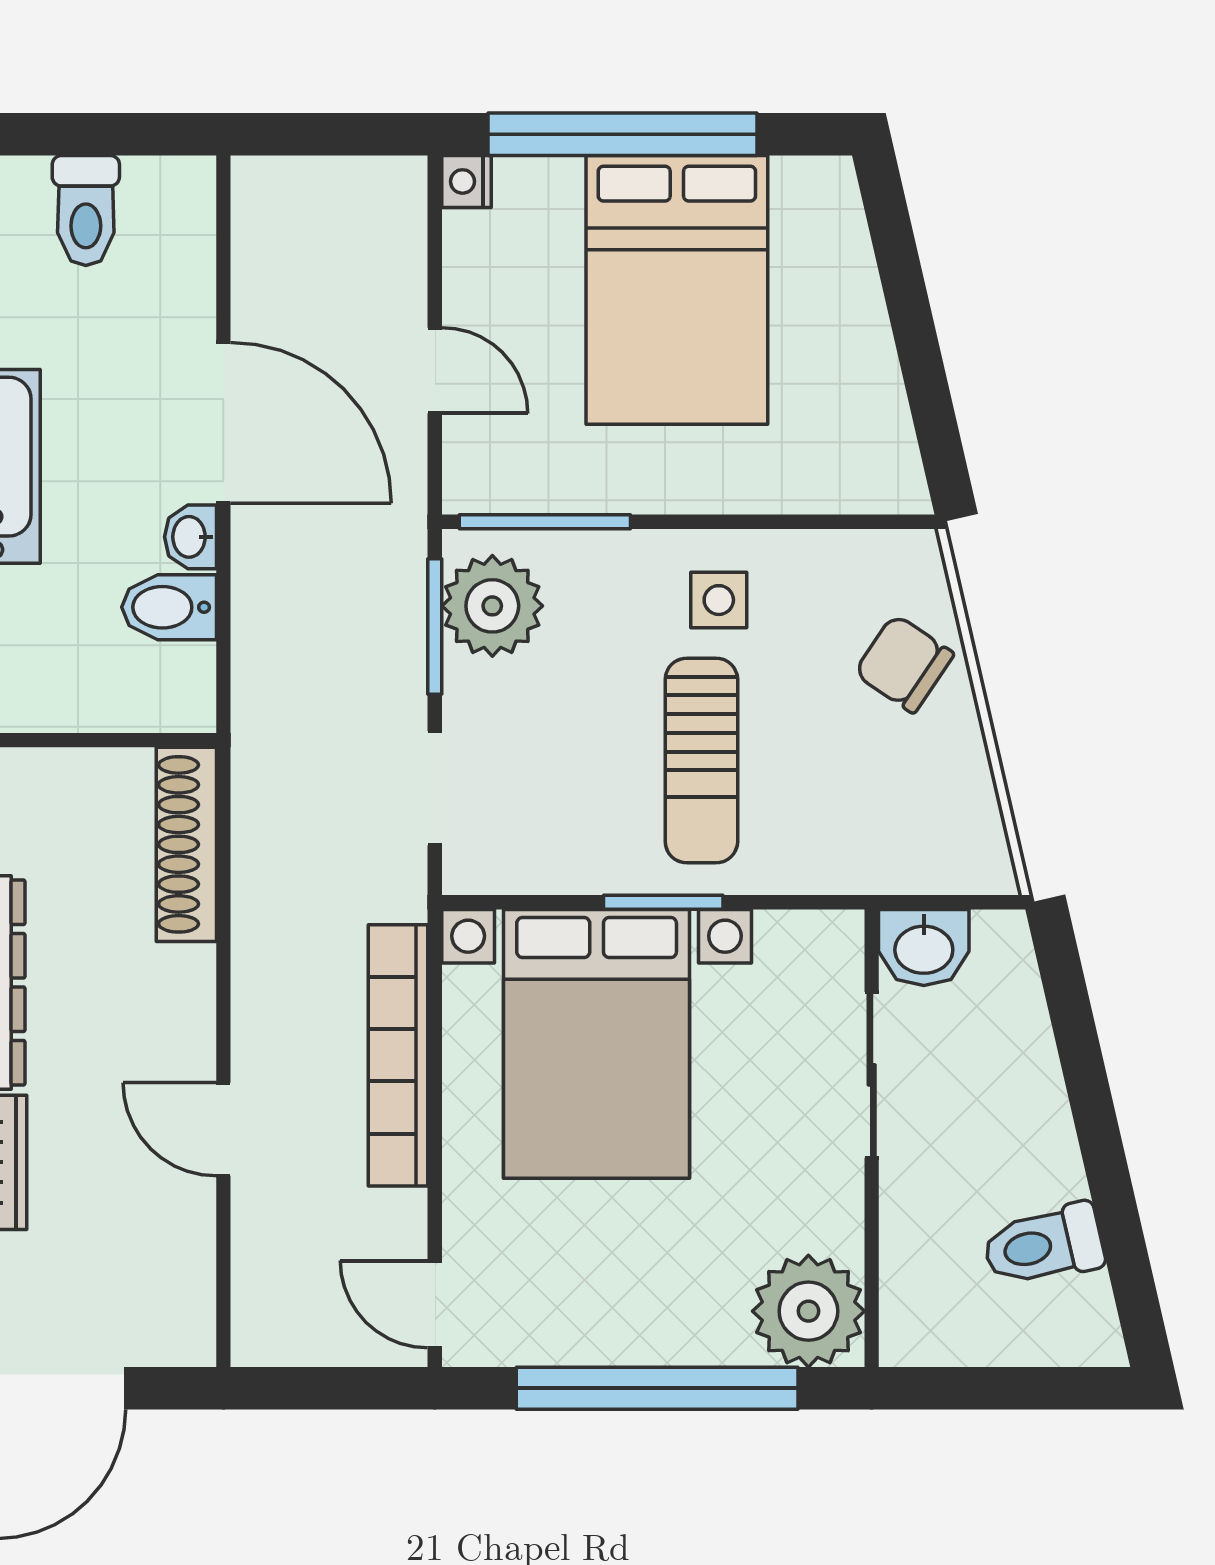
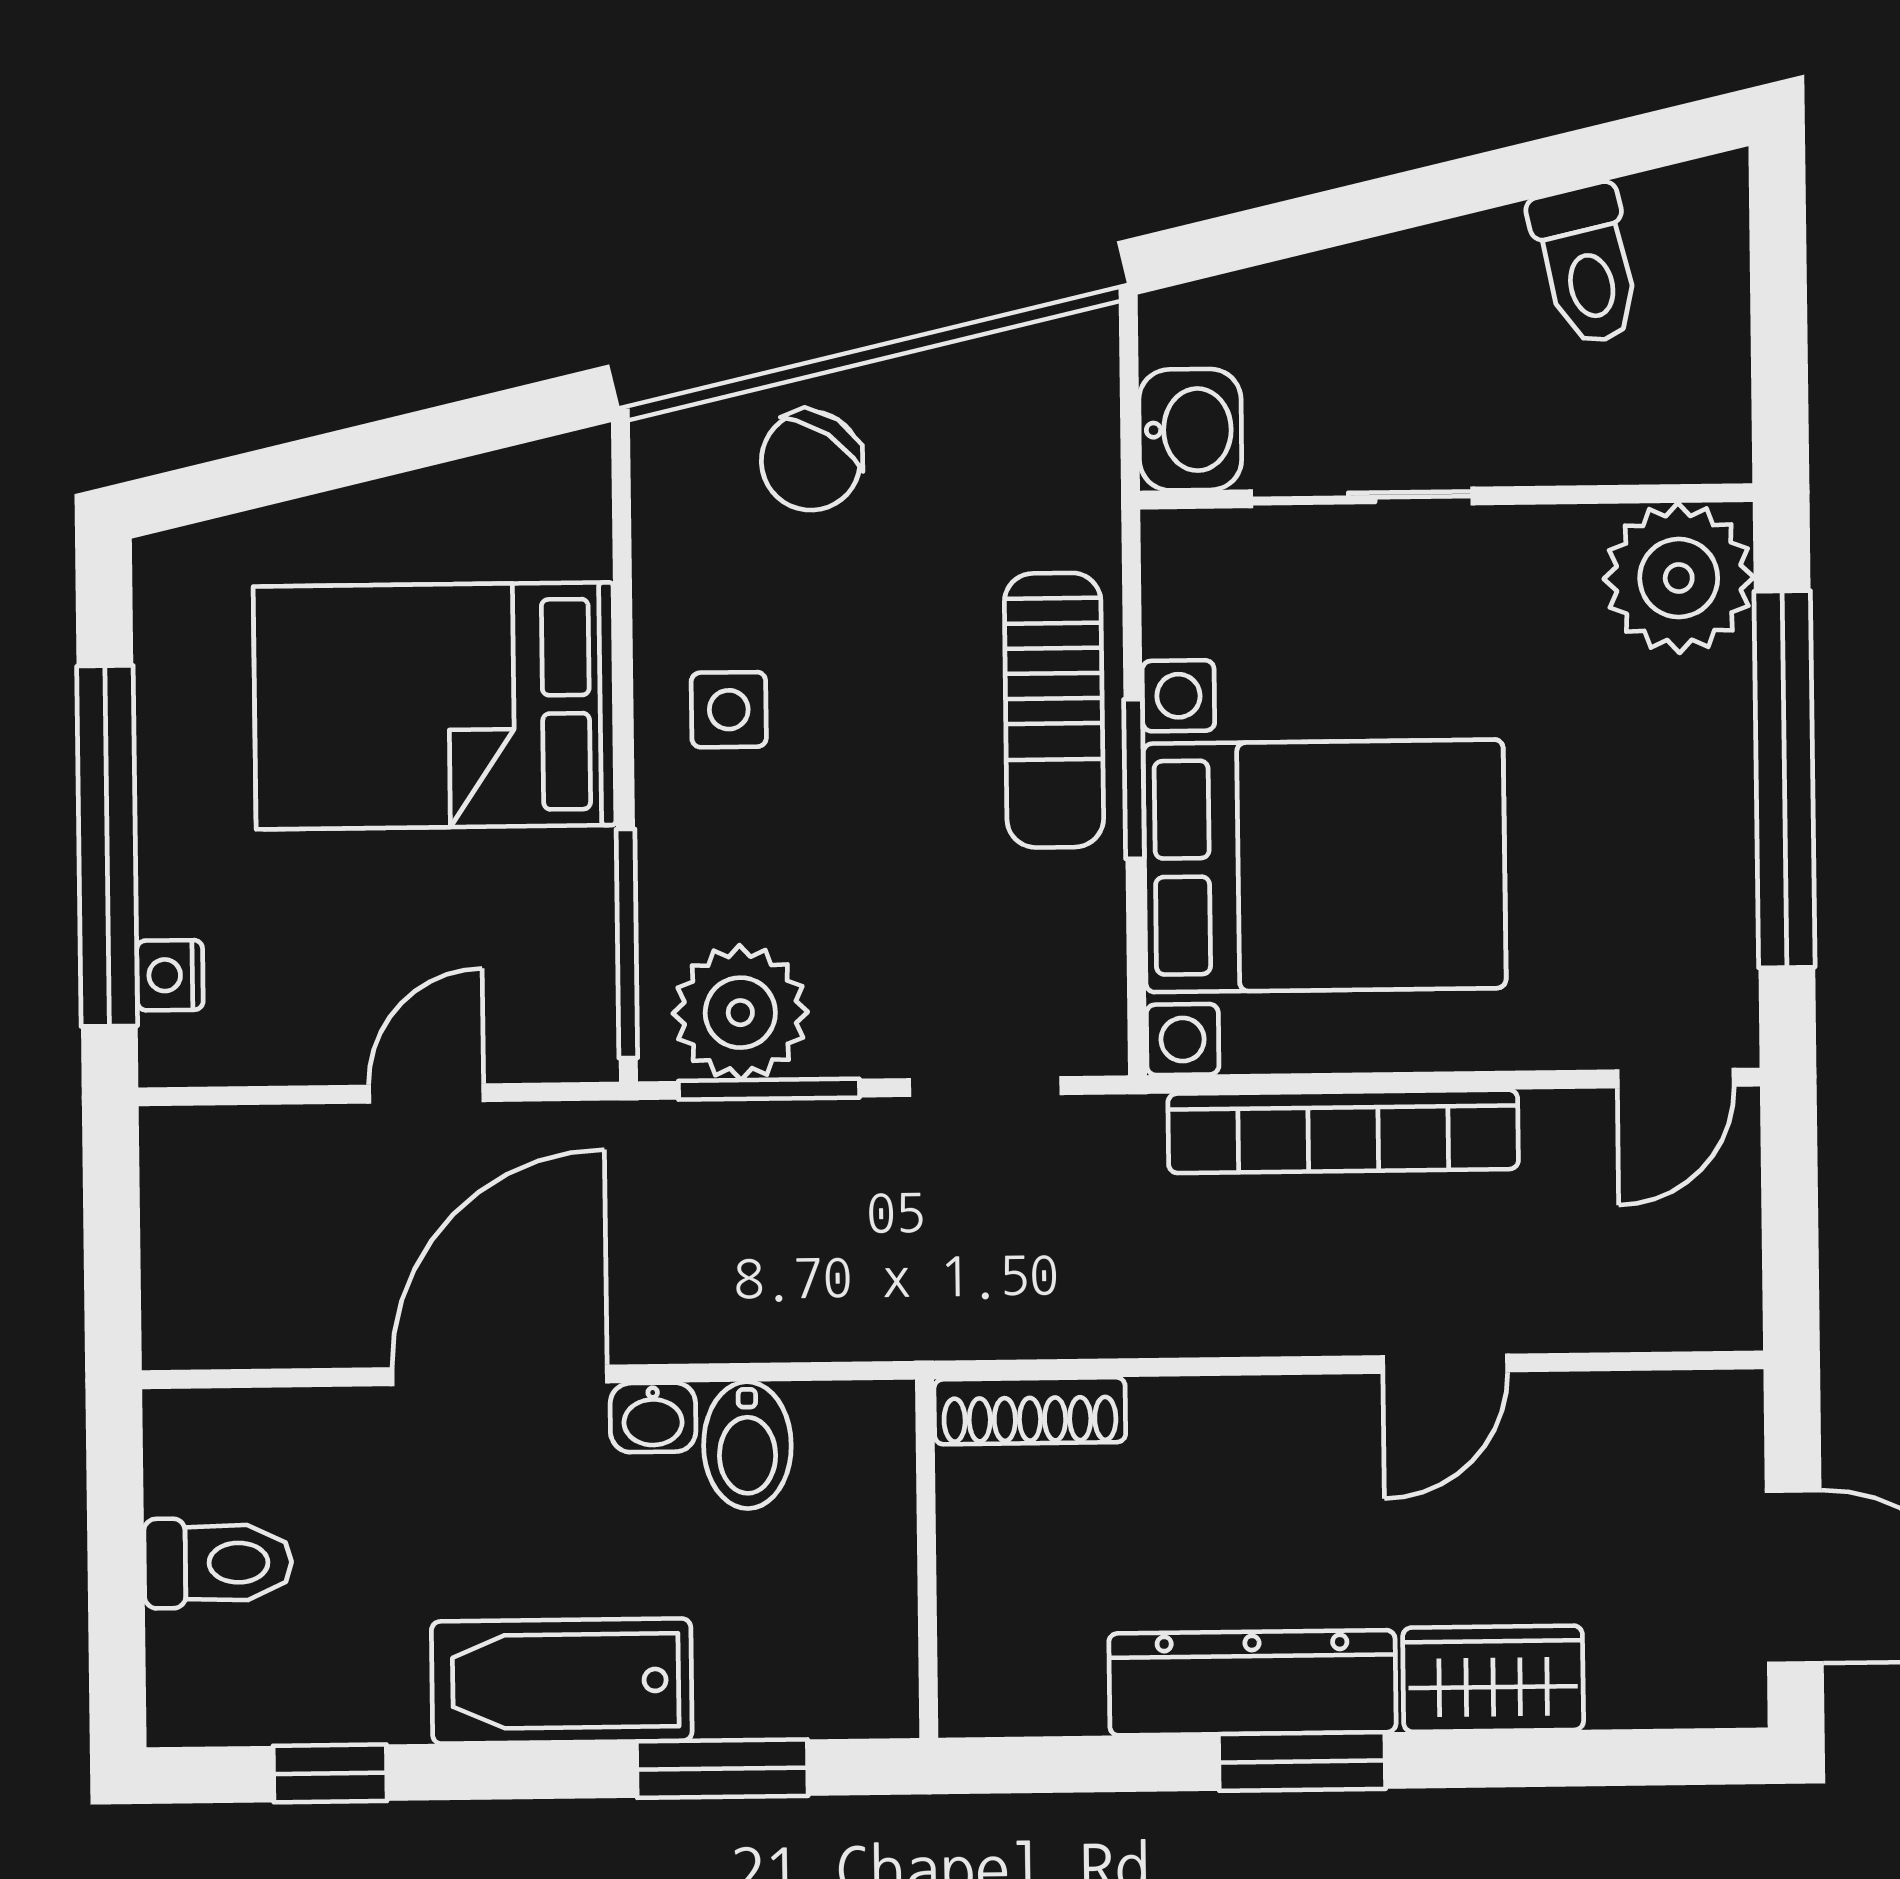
nightstand: (466, 181) -> (170, 975), moved, turned 90
bed: (677, 290) -> (435, 706), moved, turned 180
sun lounger: (701, 760) -> (1054, 710), moved, turned 90
shoe rack: (186, 844) -> (1030, 1411), width x0.74, depth x0.81

